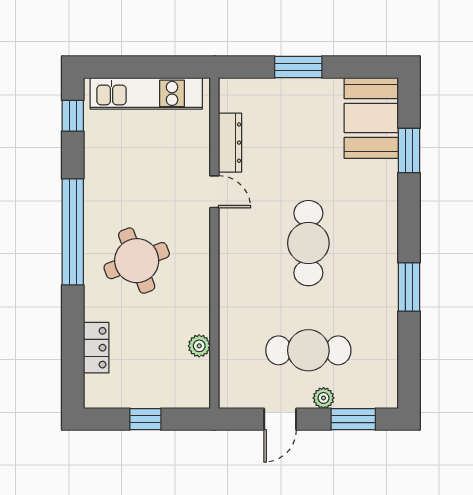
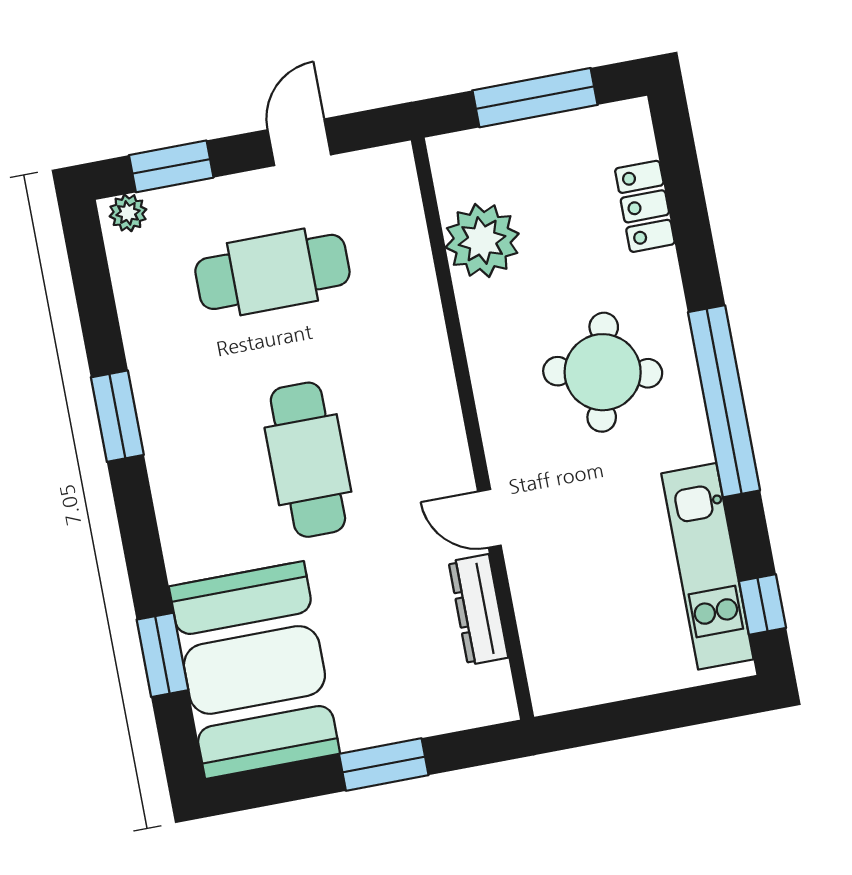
kitchen unit: (146, 93) -> (707, 566), moved, turned -90
booth: (371, 118) -> (254, 670), width x1.36, depth x1.42
round table: (137, 261) -> (603, 372), turned 33
plant: (199, 346) -> (482, 240), width x1.87, depth x1.87
plant: (324, 398) -> (128, 213), moved
window: (145, 419) -> (535, 98), width x2.17

